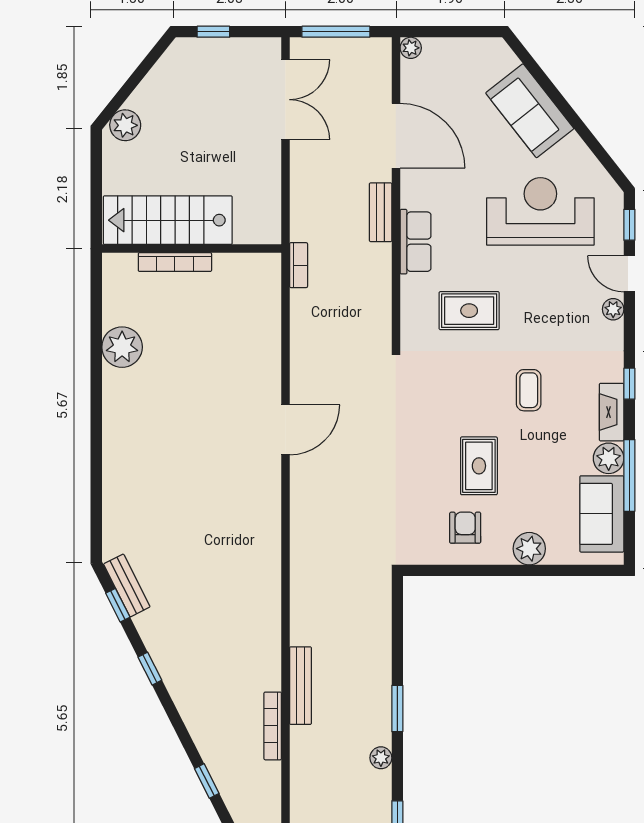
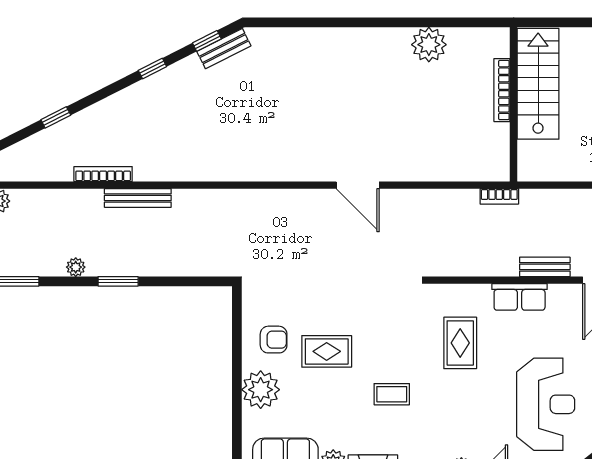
plant: (529, 549) -> (261, 390), width x1.36, depth x1.36

